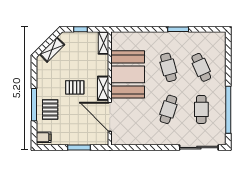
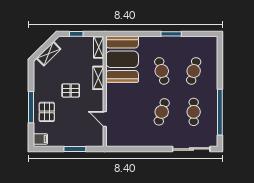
cafe table: (201, 67) -> (194, 71), turned 39
booth: (128, 74) -> (122, 59), moved
shelving: (103, 88) -> (98, 78), moved
door: (110, 117) -> (105, 119), width x0.53

